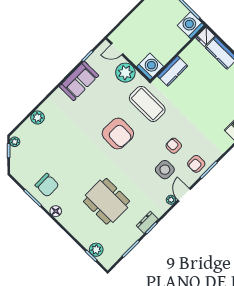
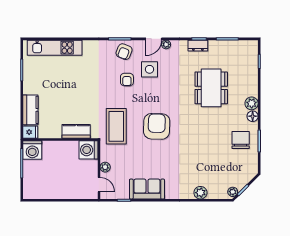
plant: (125, 73) -> (105, 167), width x0.53, depth x0.53
armchair: (196, 164) -> (124, 52), turned 111
plant: (96, 250) -> (252, 103), moved

